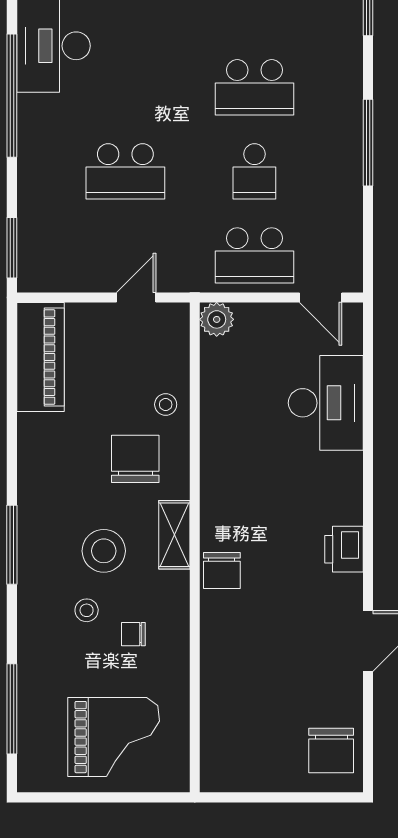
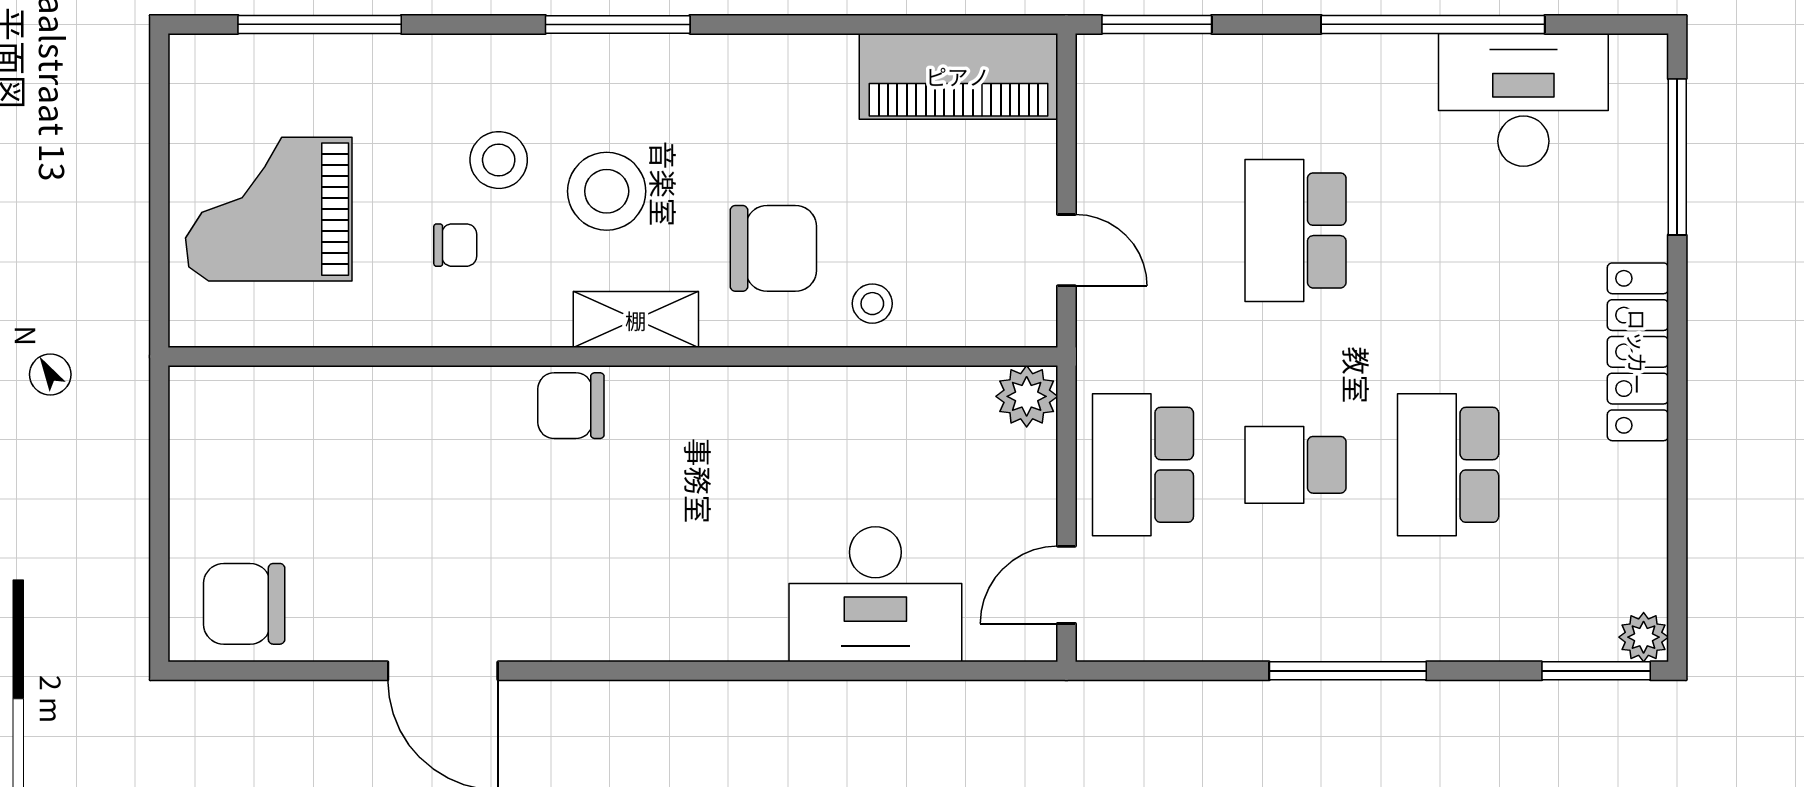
printer: (344, 549) -> (610, 627), removed
stool: (87, 610) -> (499, 160), width x1.37, depth x1.37
chair: (133, 634) -> (455, 245), turned 90
grand piano: (114, 737) -> (269, 209), turned 90

